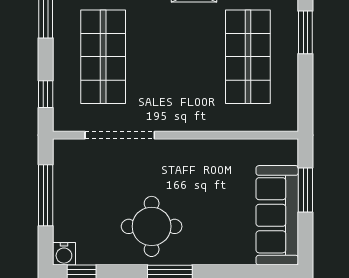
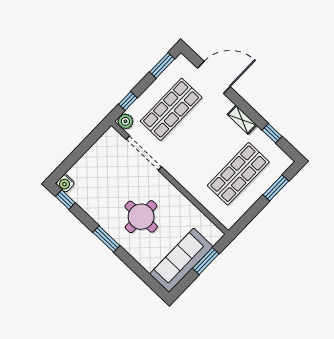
plant: (65, 120) -> (125, 121), added
window: (46, 195) -> (83, 148), removed
round table: (152, 226) -> (141, 217), moved

